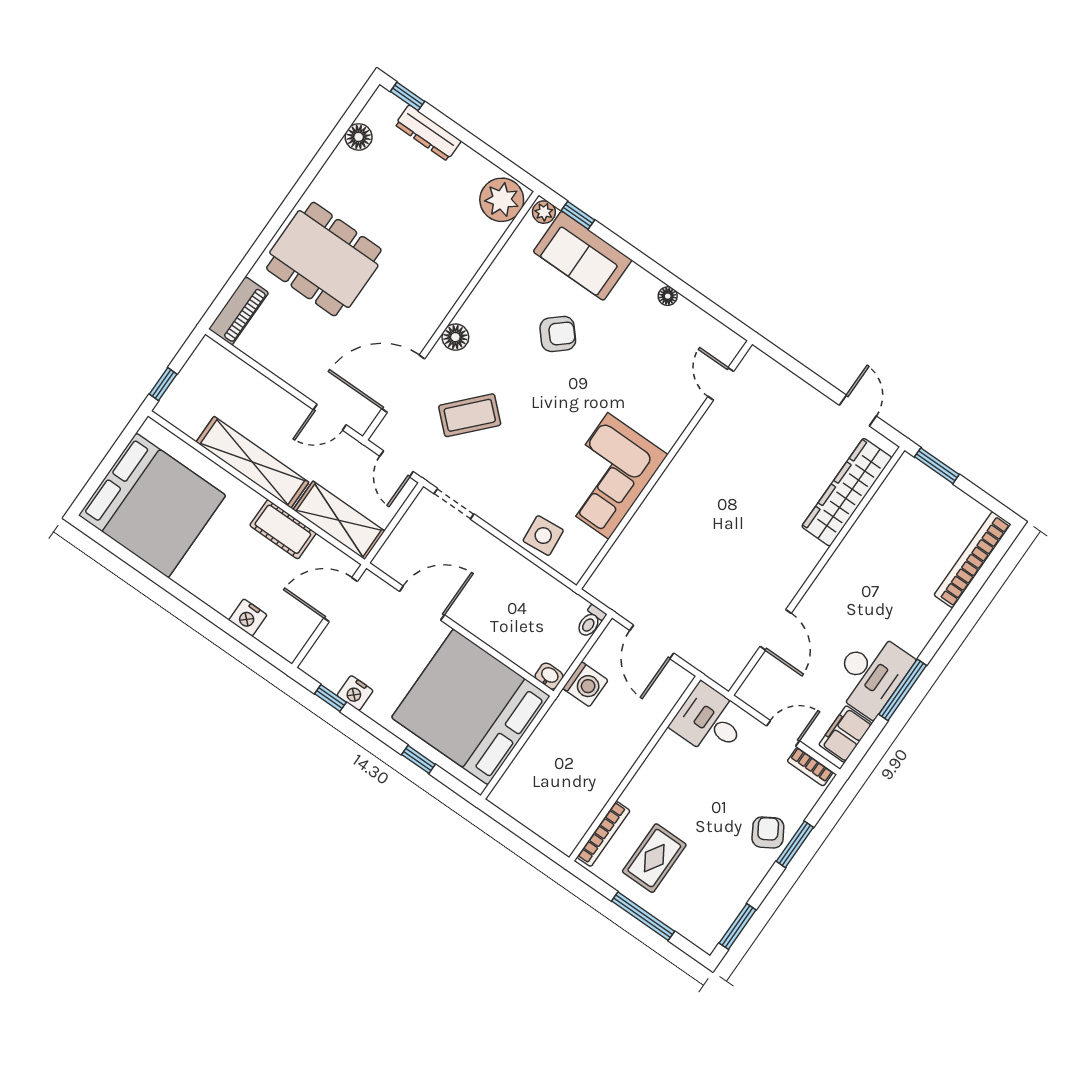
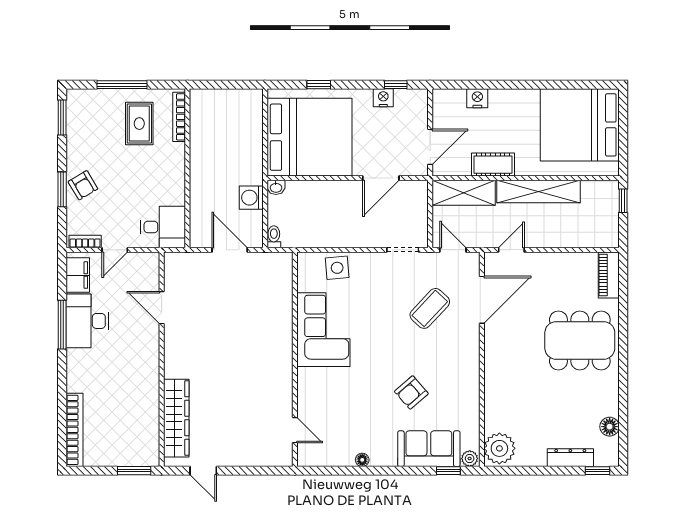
floor lamp: (455, 337) -> (470, 349), removed

